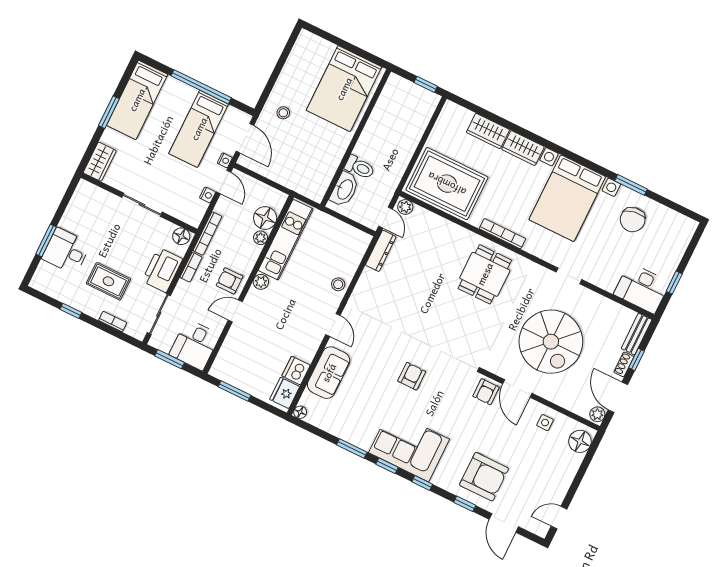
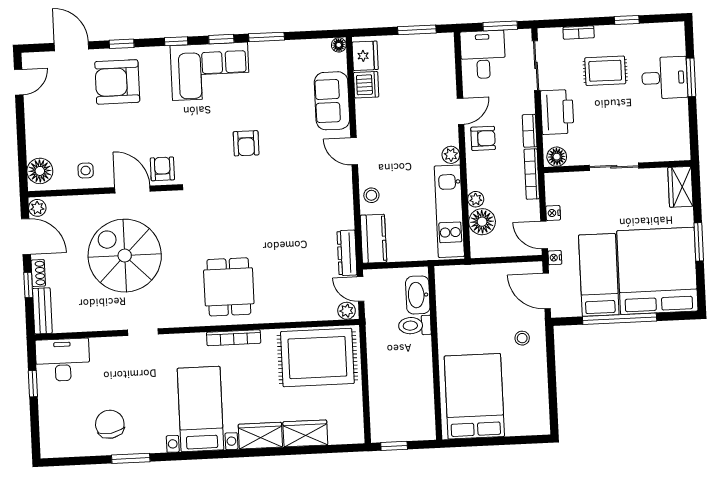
bed: (137, 100) -> (657, 271), width x2.04
bed with nightstands: (567, 198) -> (200, 409), width x0.73
kitchen counter: (355, 250) -> (373, 239), added

